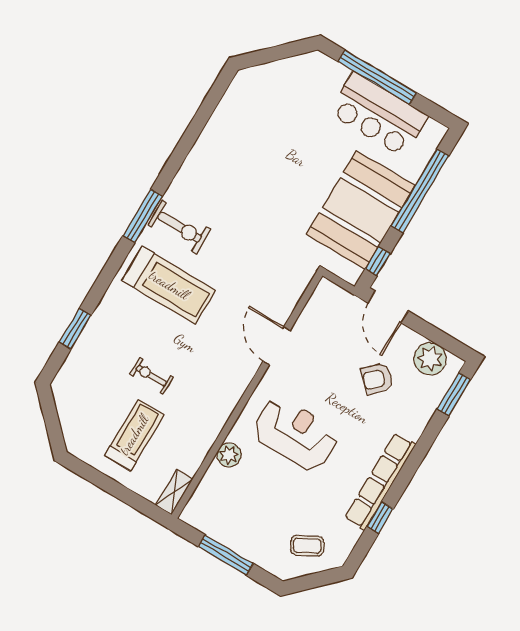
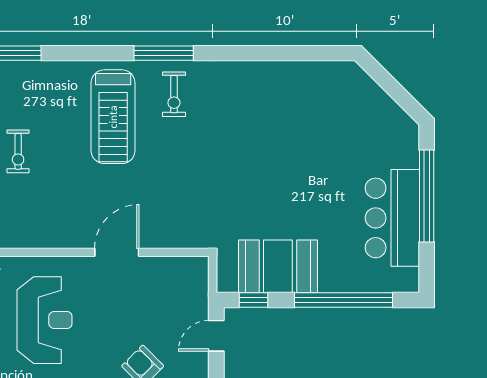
booth: (361, 210) -> (278, 266), width x0.73, depth x0.70
exercise bike: (180, 227) -> (174, 94), width x0.73, depth x0.72
door: (388, 307) -> (216, 336), width x0.73
exercise bike: (151, 376) -> (18, 151), turned 180

